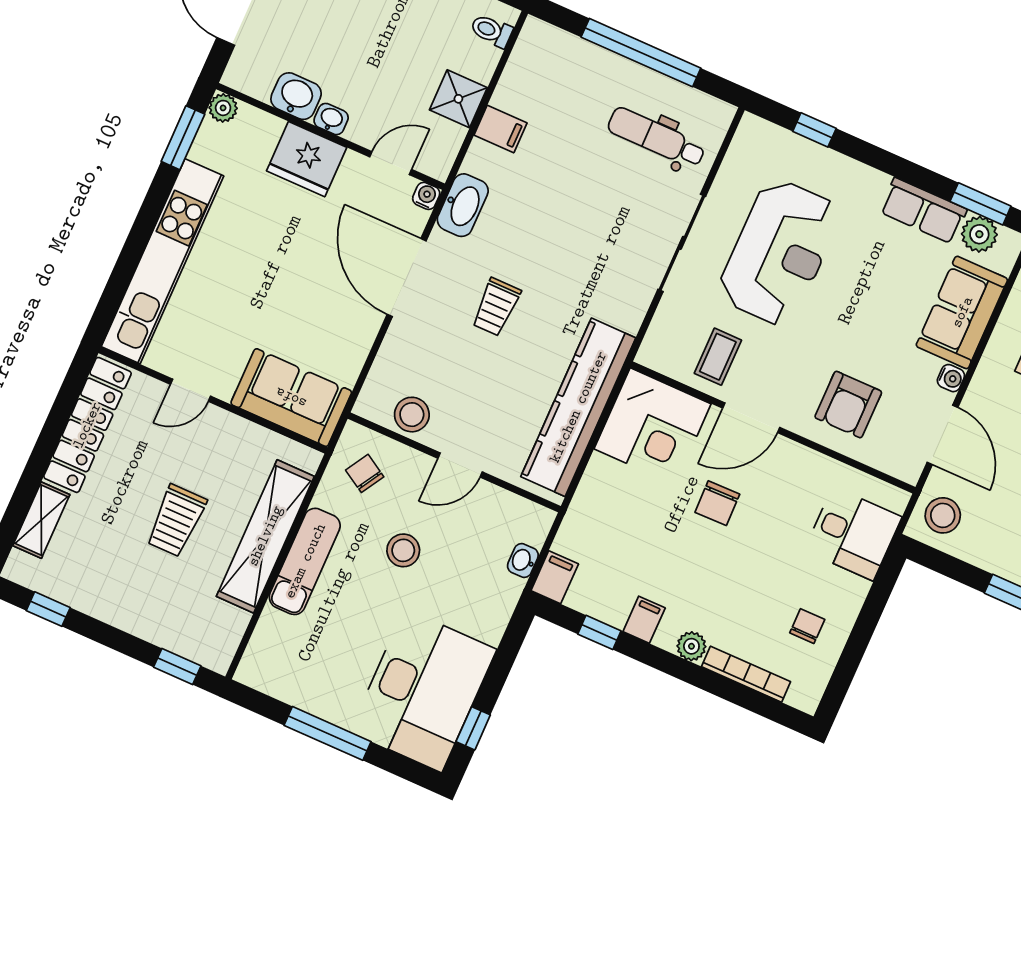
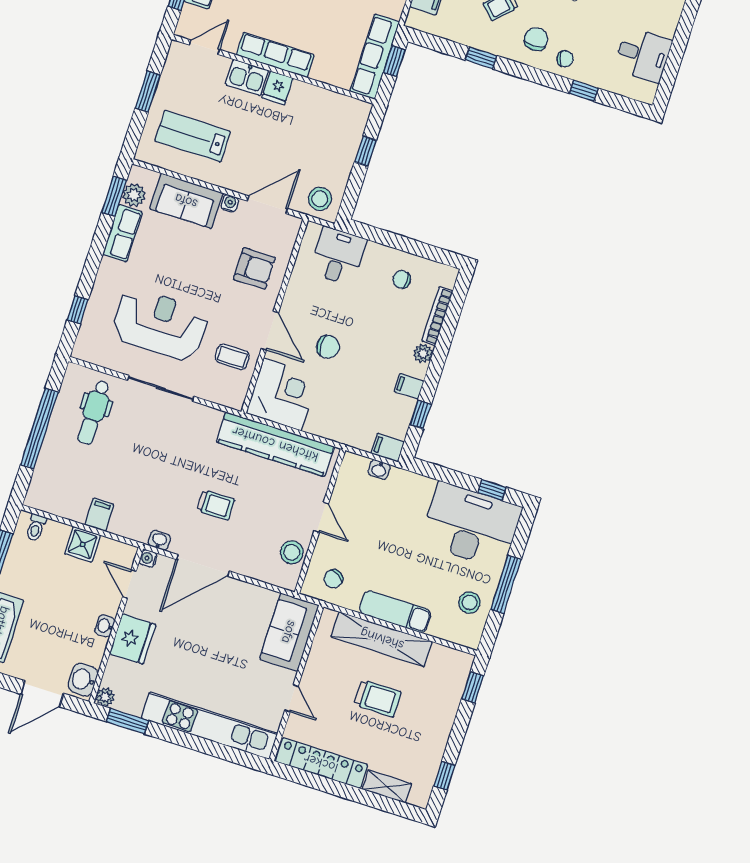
washbasin: (296, 96) -> (83, 680), moved
washbasin: (463, 205) -> (159, 540), width x0.52, depth x0.69
stool: (403, 550) -> (469, 603), moved

